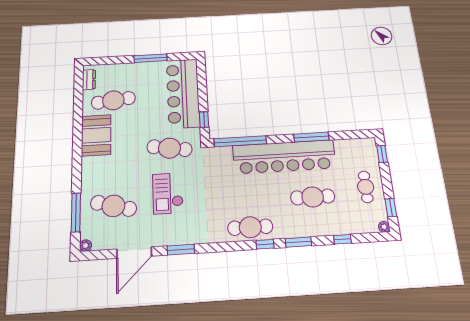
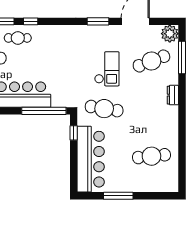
dresser: (89, 80) -> (173, 95), moved
booth: (96, 135) -> (166, 124), removed
cafe table: (114, 206) -> (151, 61), turned -36
cafe table: (250, 227) -> (18, 38), moved, width x0.73, depth x0.74
plant: (86, 246) -> (170, 34), width x1.88, depth x1.88

